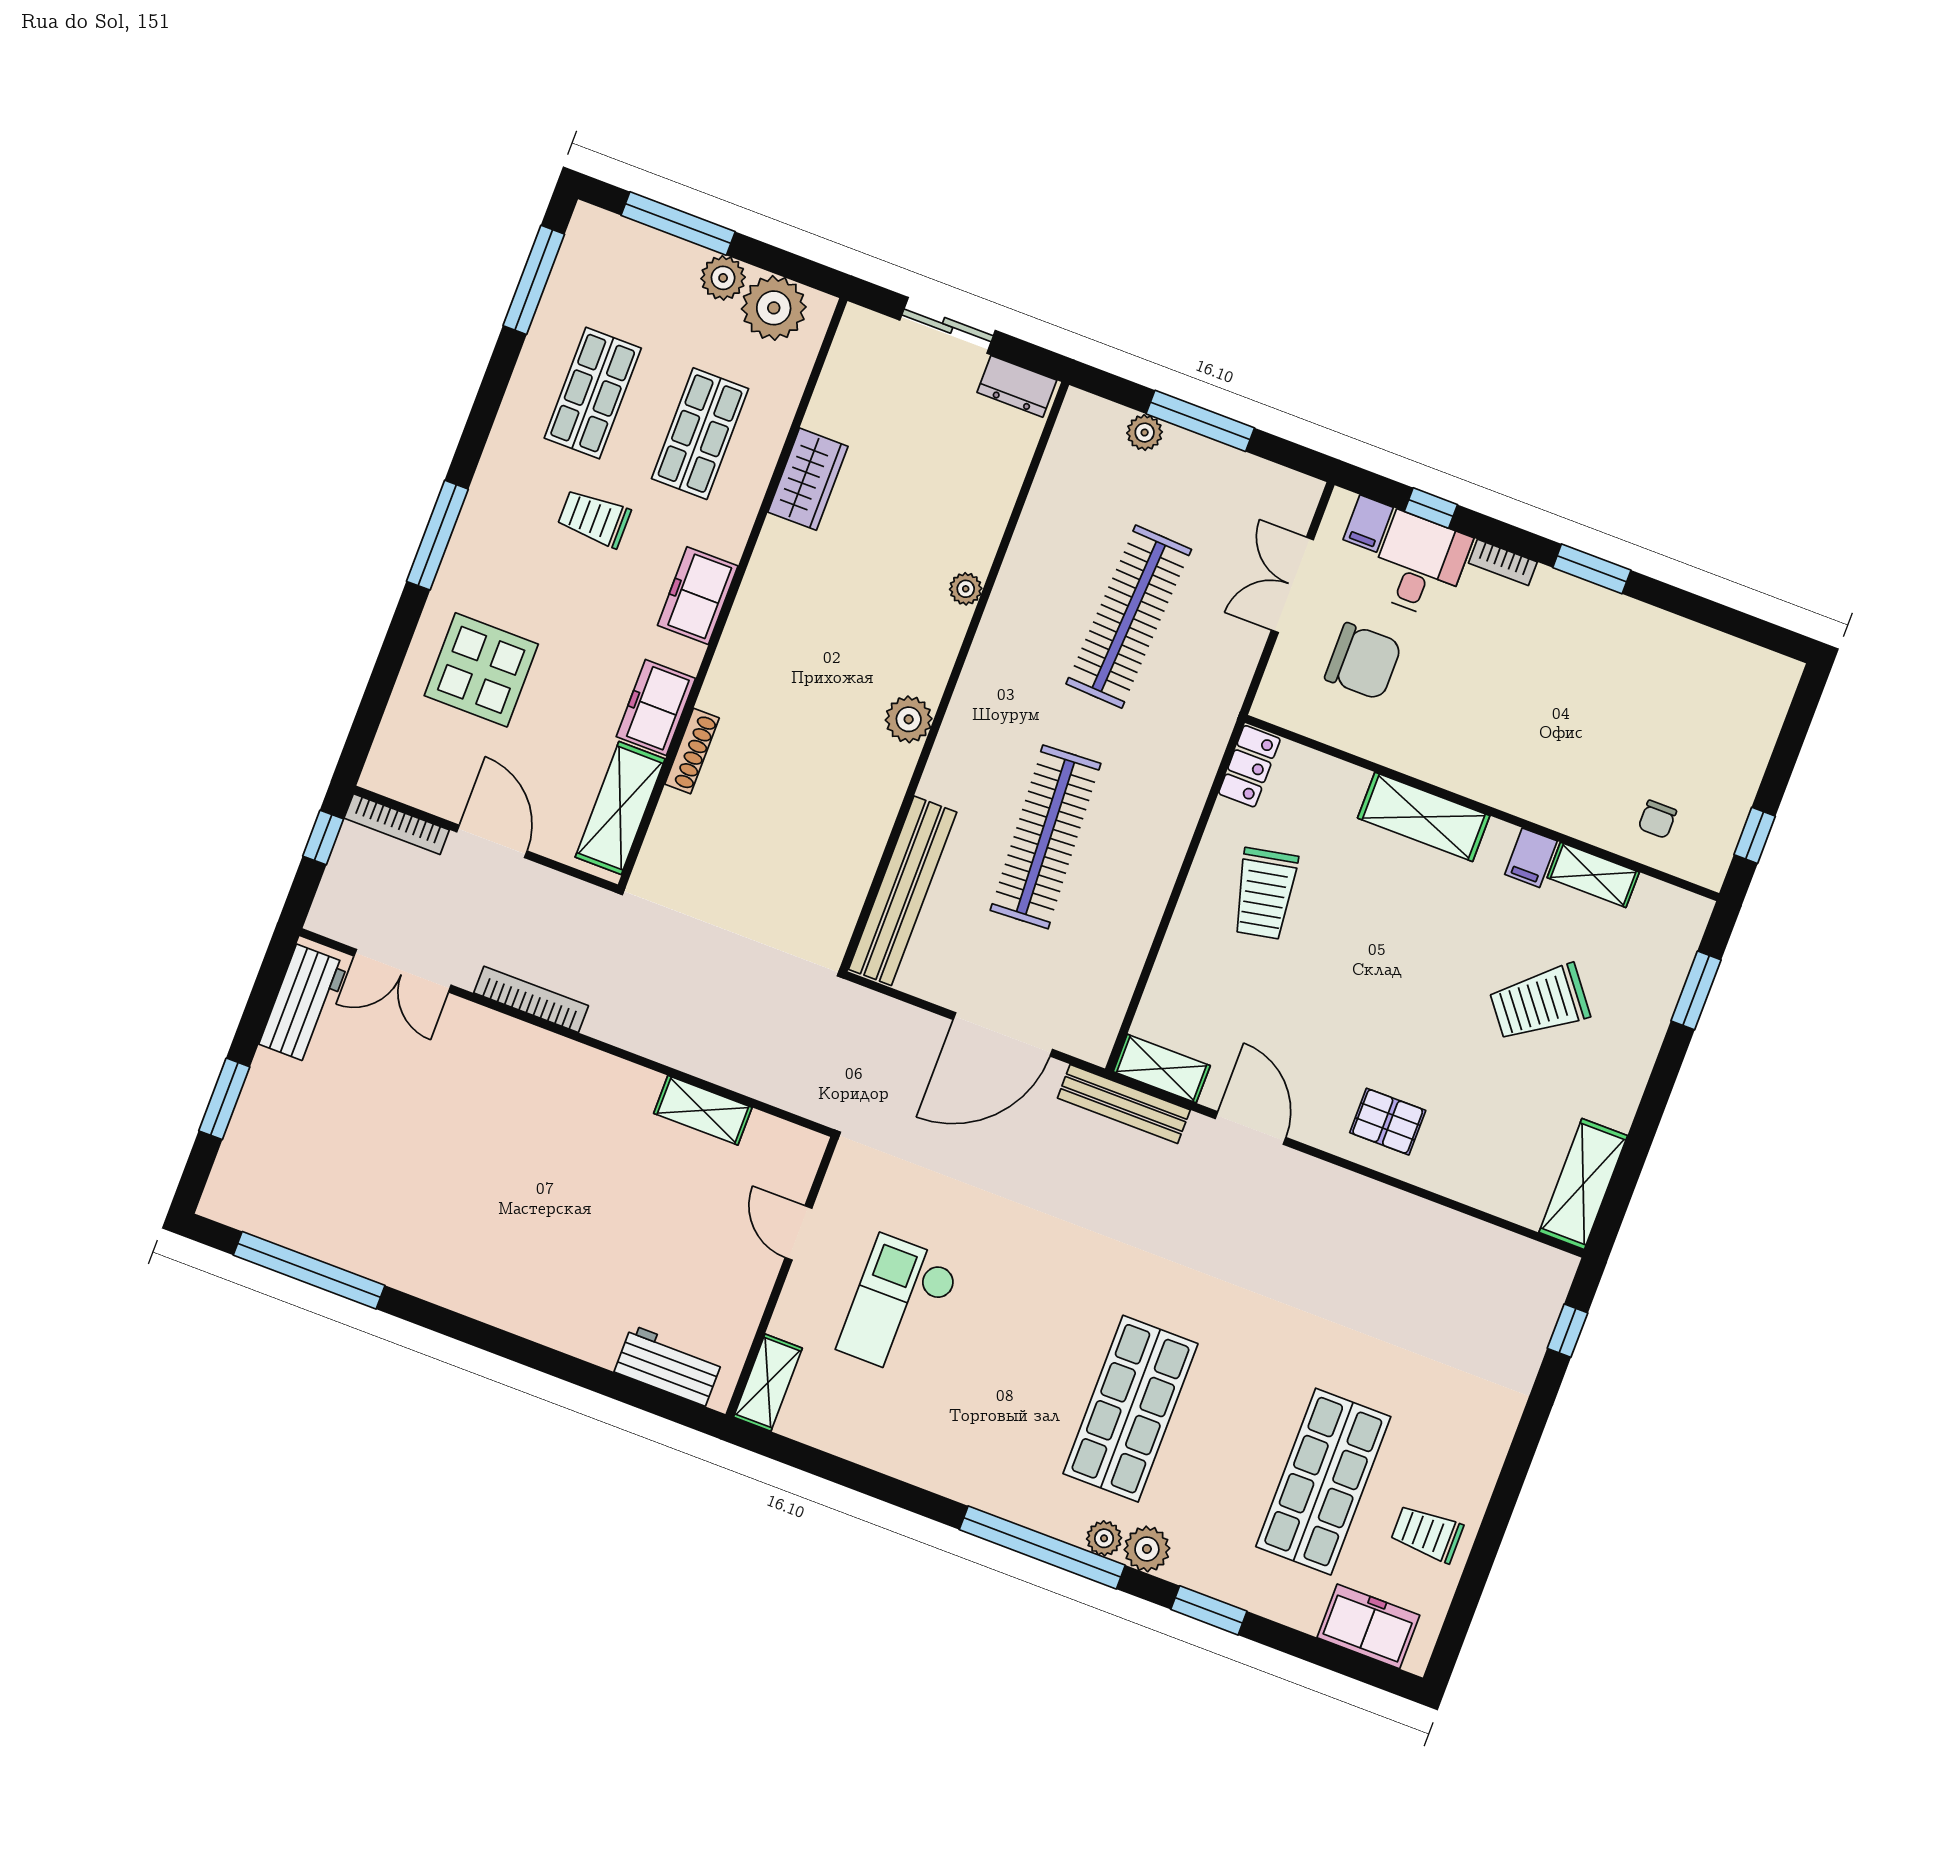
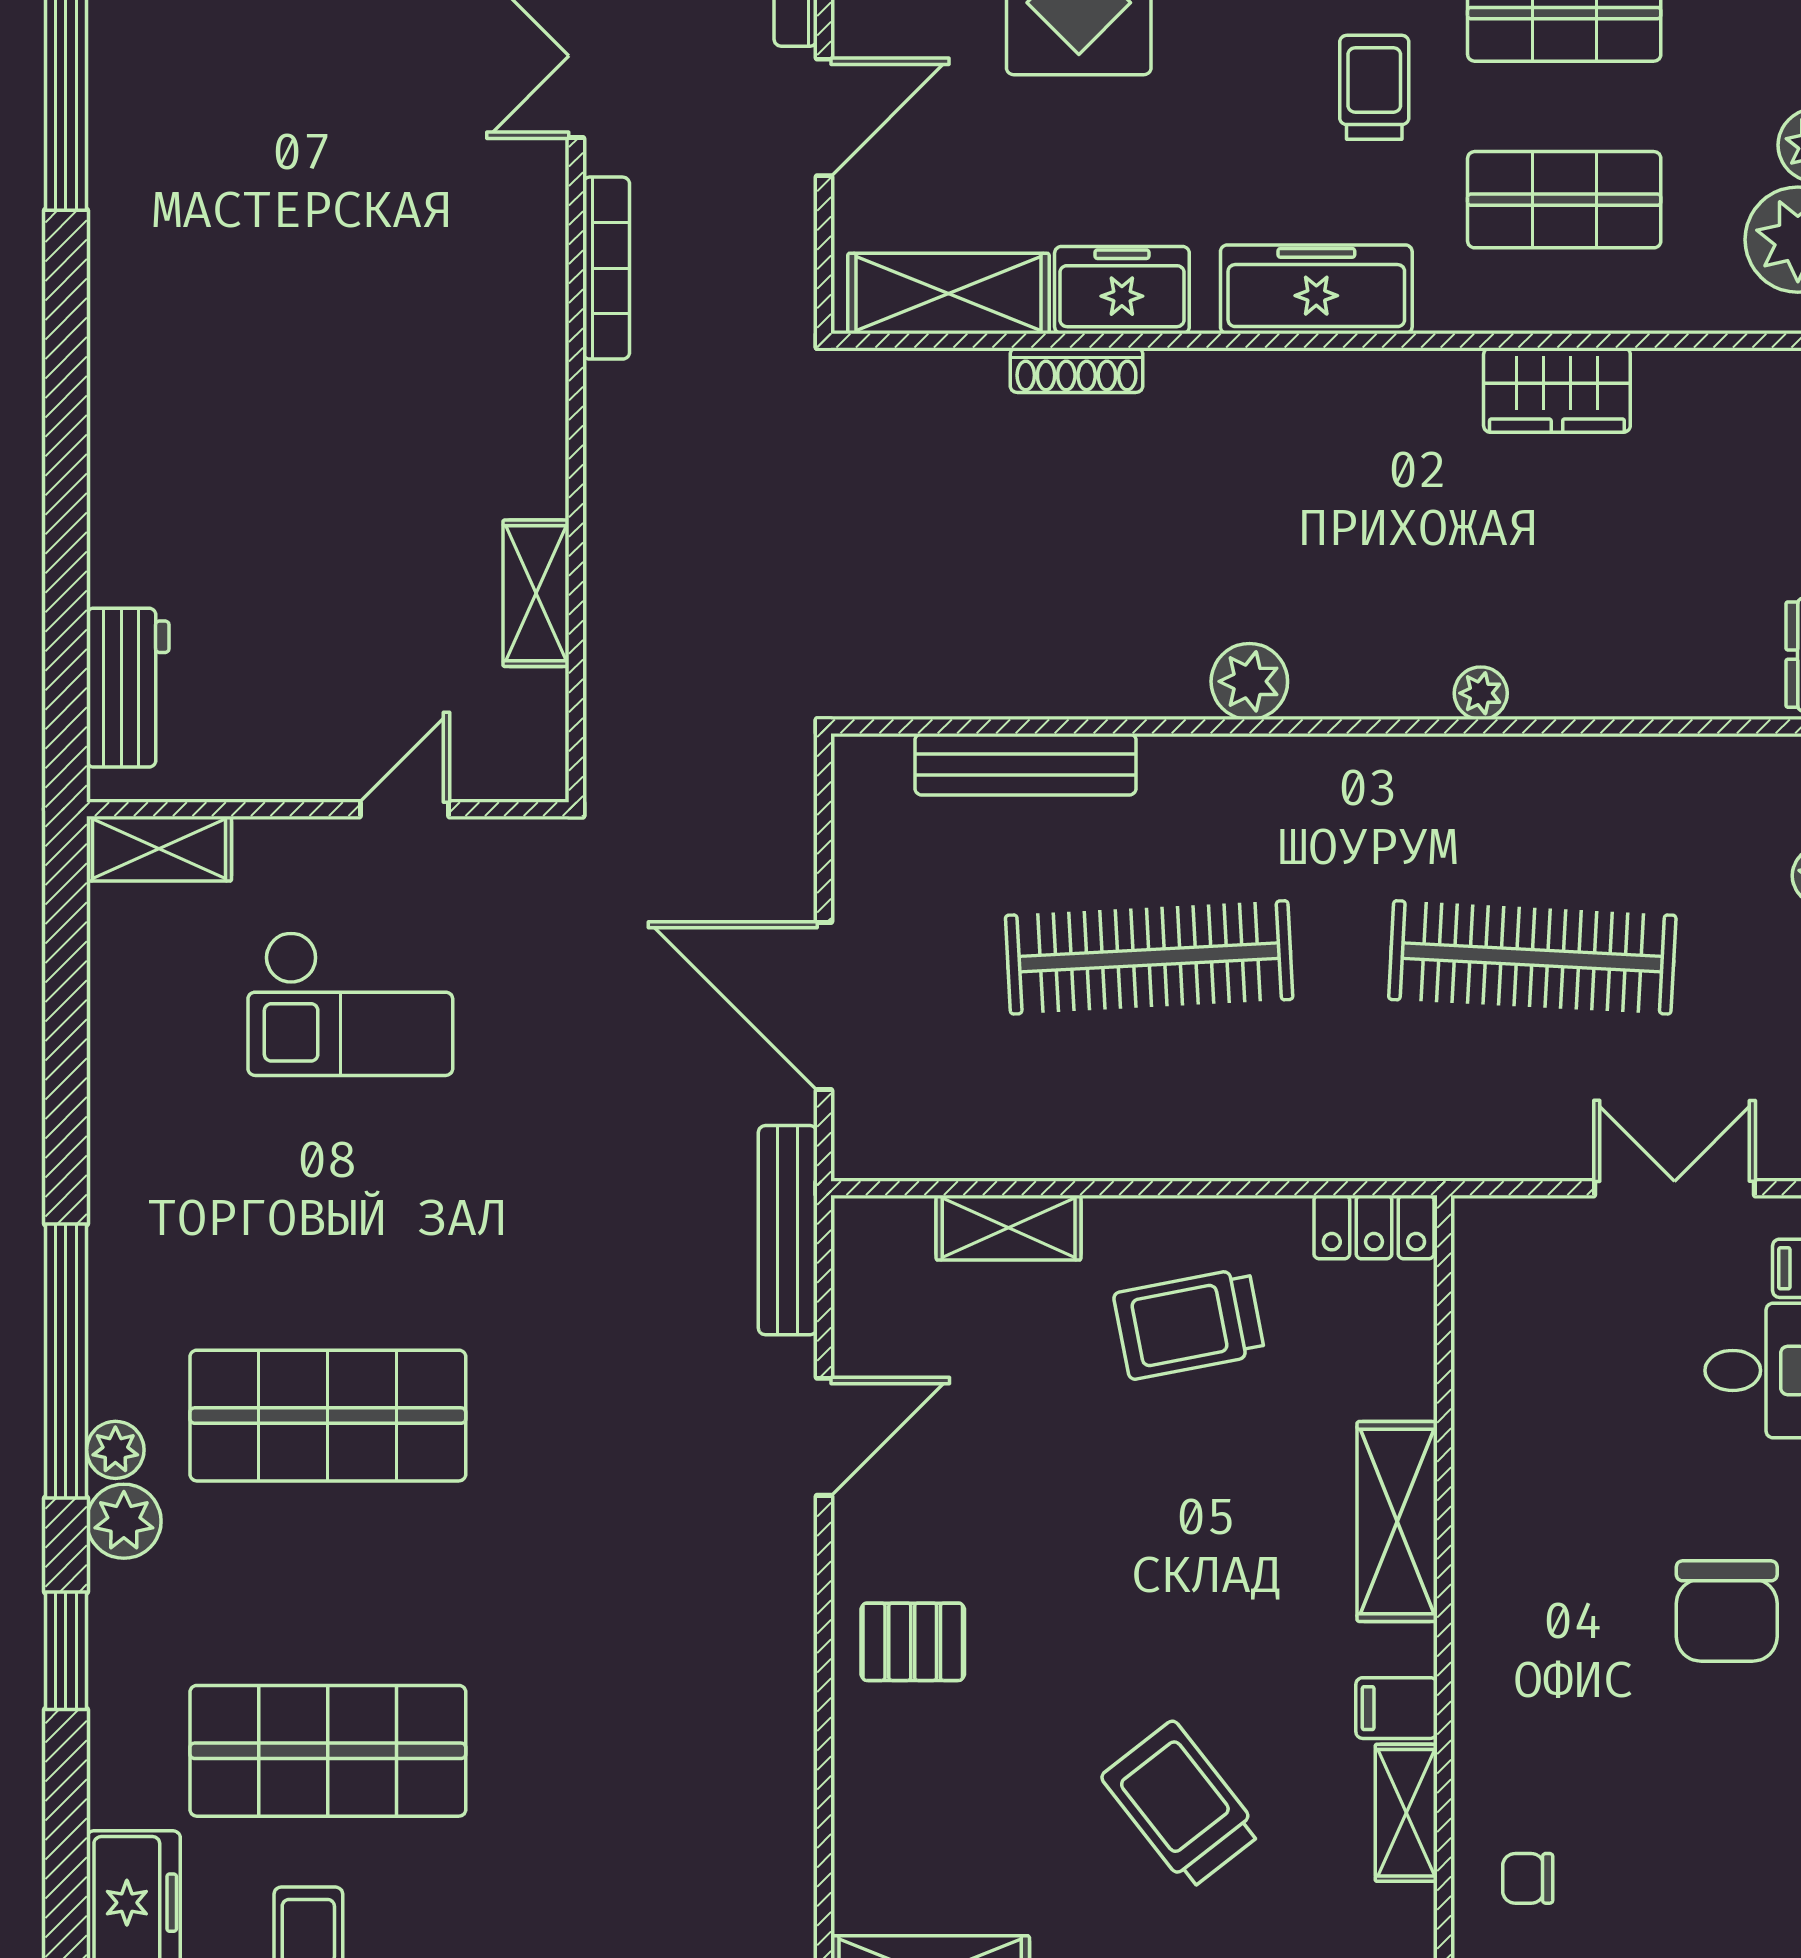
freezer: (698, 596) -> (1316, 289), width x1.40
chair: (1363, 661) -> (1727, 1611), moved
bench: (903, 891) -> (1026, 764), width x0.73, depth x0.82
shelving: (1162, 1069) -> (1009, 1228), moved, turned 90
pallet: (1388, 1122) -> (913, 1642), turned 90
checkout: (899, 1306) -> (350, 1004), turned 180

